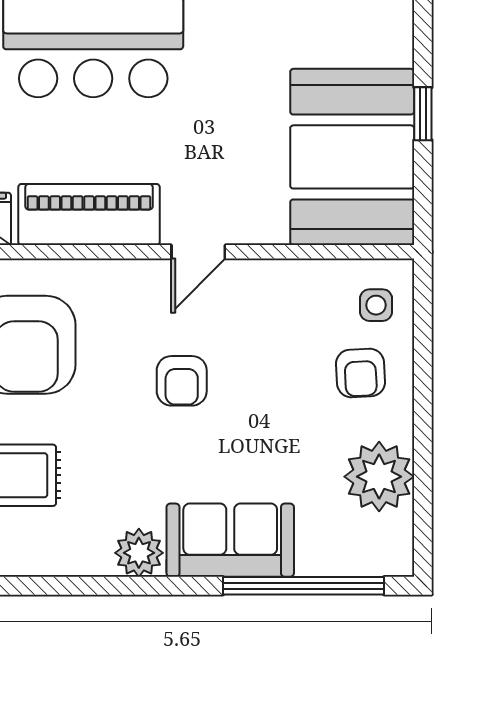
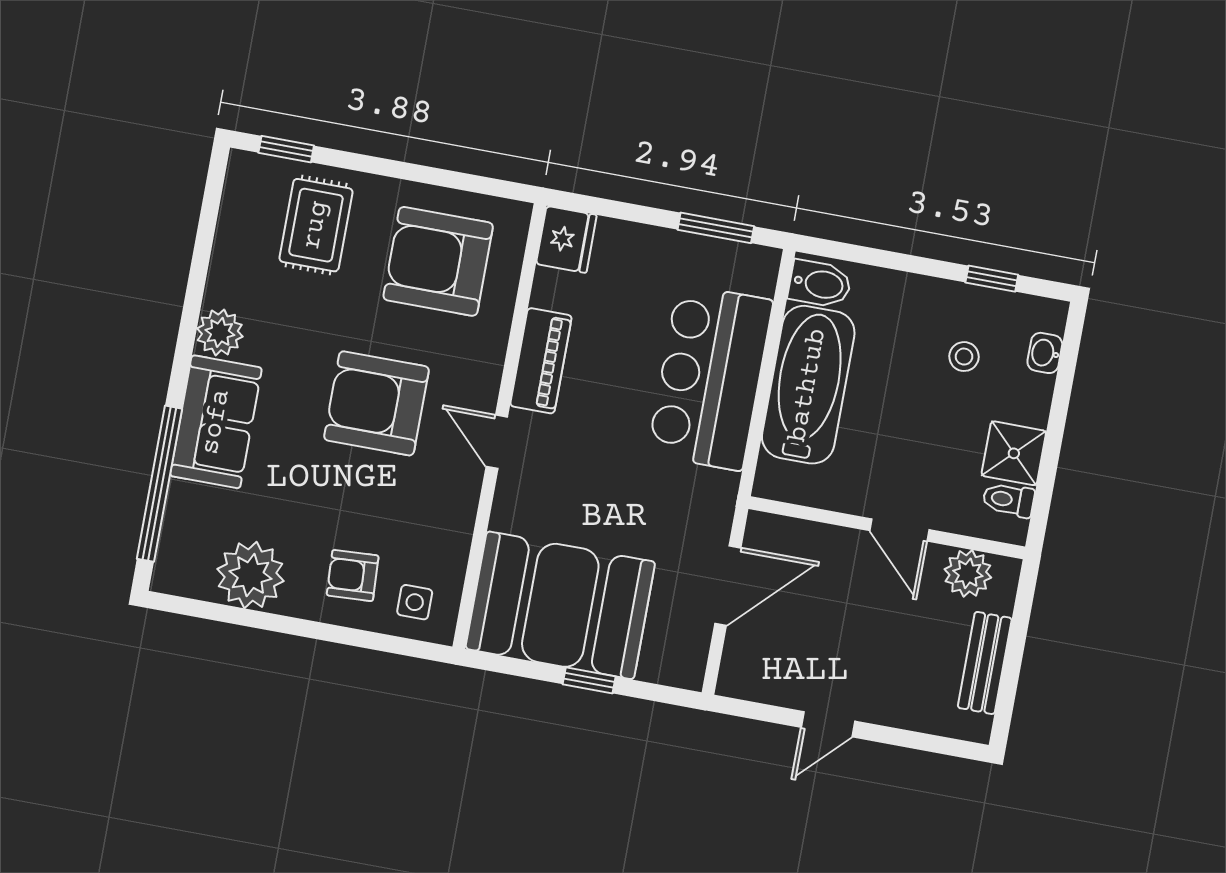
piano: (89, 215) -> (541, 361), width x0.73, depth x0.75
armchair: (182, 381) -> (376, 403), width x1.88, depth x1.88

